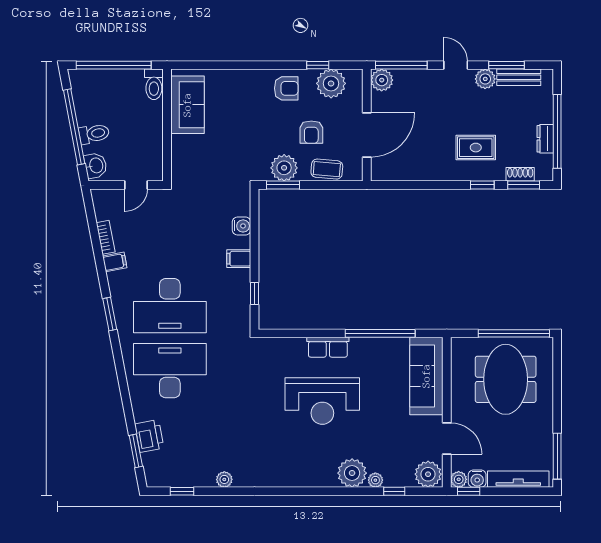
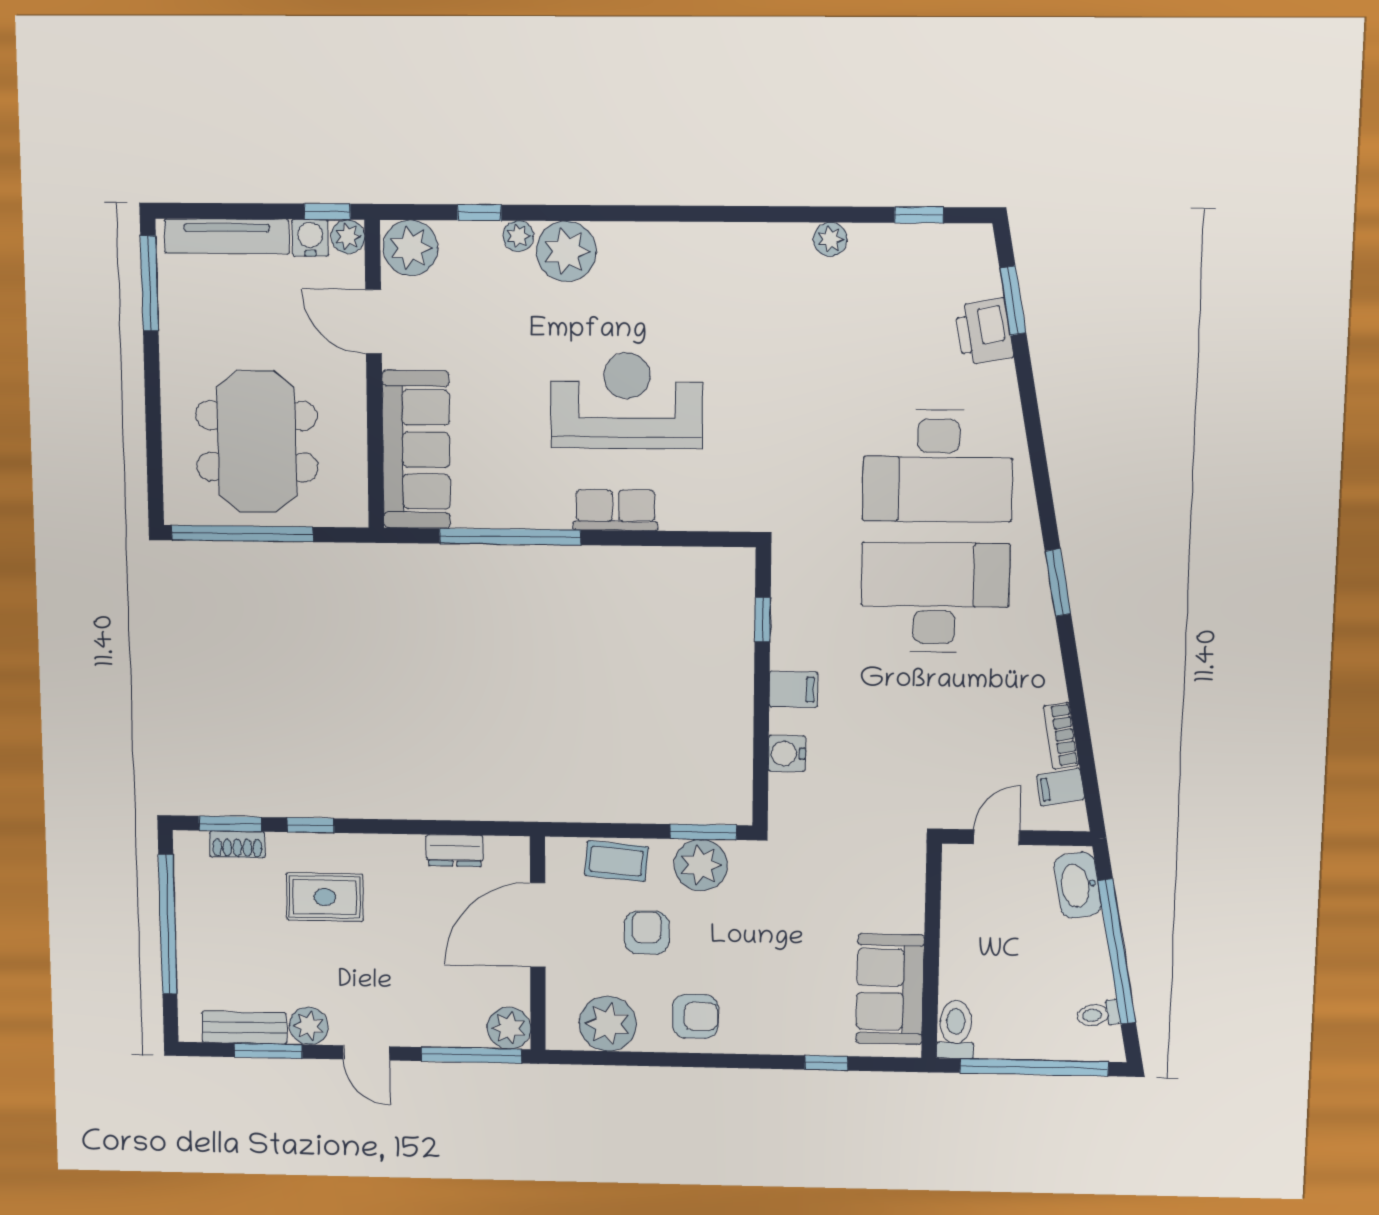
window: (318, 65) -> (826, 1063), moved
armchair: (286, 88) -> (695, 1016), turned 180
toilet: (94, 134) -> (1098, 1014), moved, width x0.73, depth x0.72
dresser: (545, 139) -> (455, 851), moved, turned 90
washbasin: (96, 166) -> (1078, 885), width x1.38
filing cabinet: (115, 262) -> (1060, 787), moved

